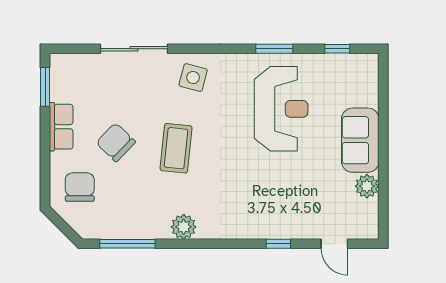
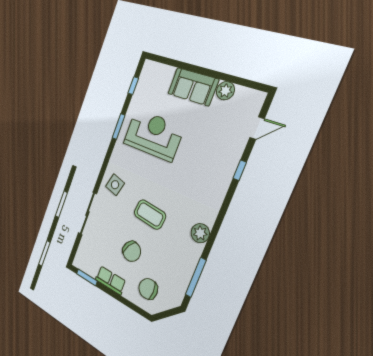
chair: (116, 142) -> (132, 251), turned -103

